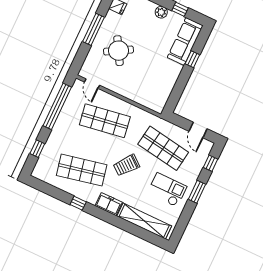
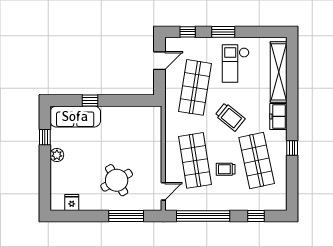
window: (93, 29) -> (126, 216), moved
trolley: (86, 142) -> (226, 169), added

